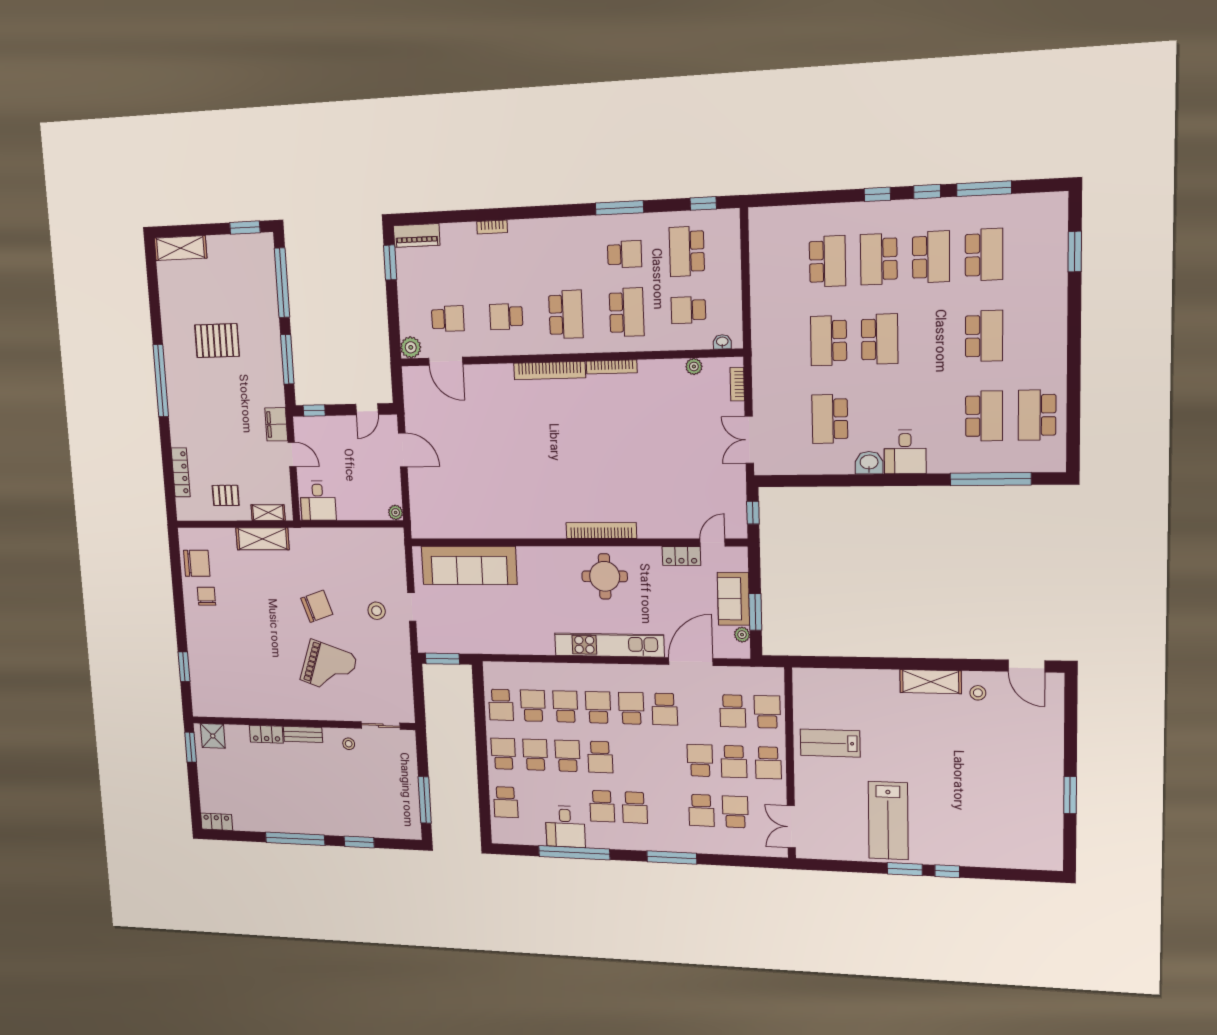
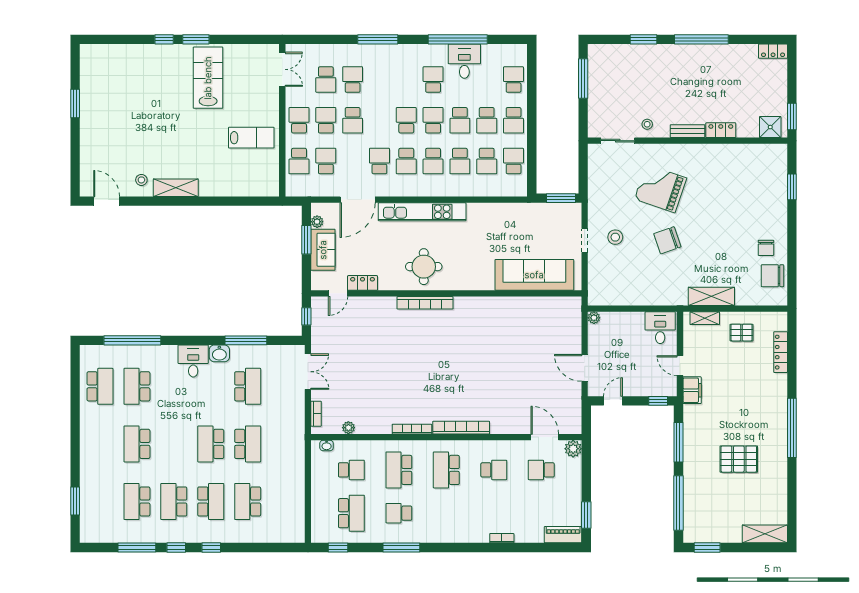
window: (833, 480) -> (246, 340), added
school desk: (635, 808) -> (406, 120), moved

